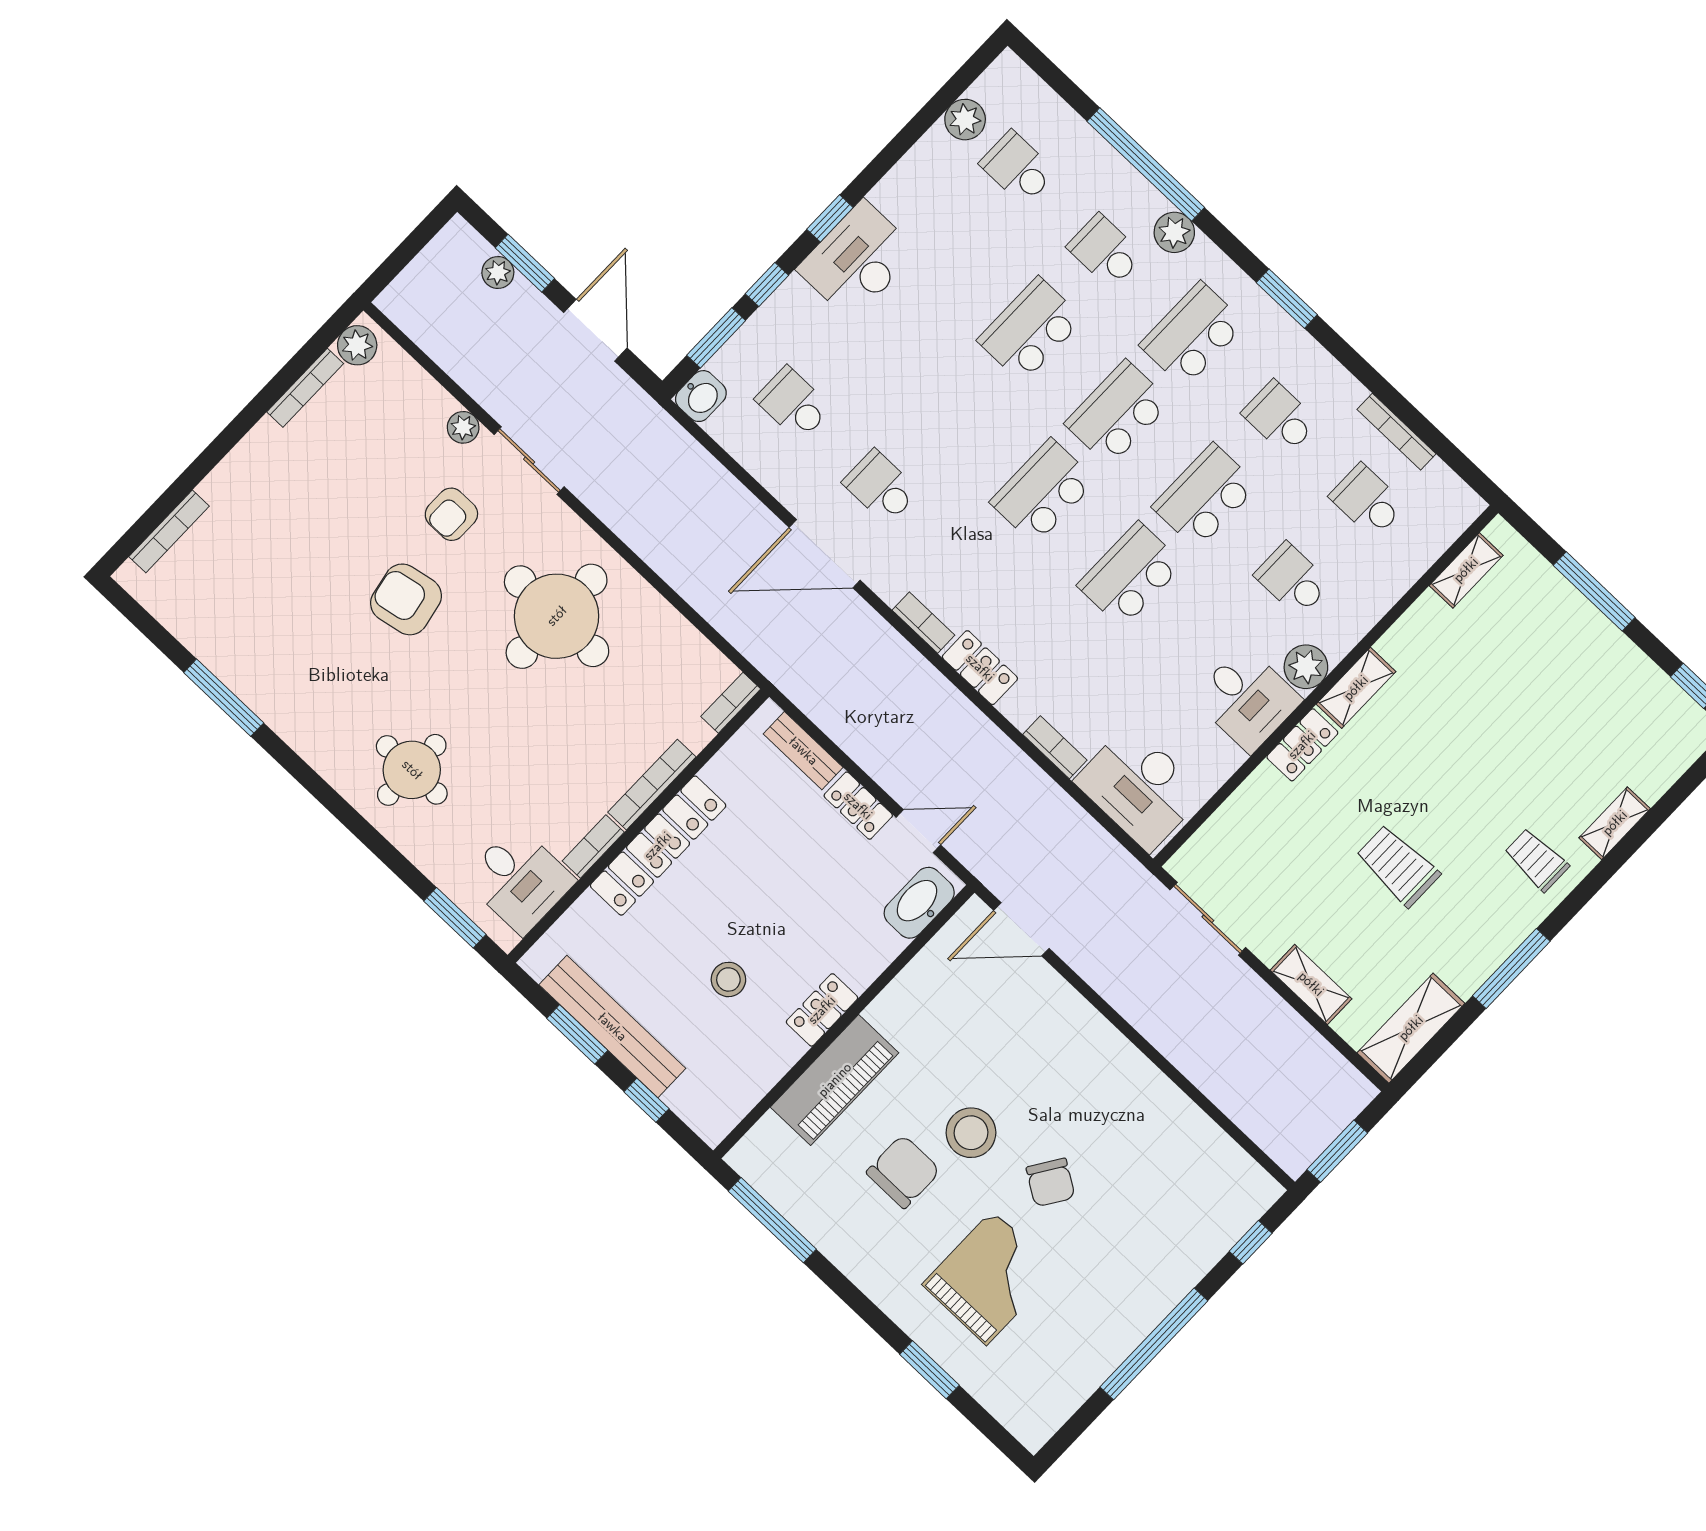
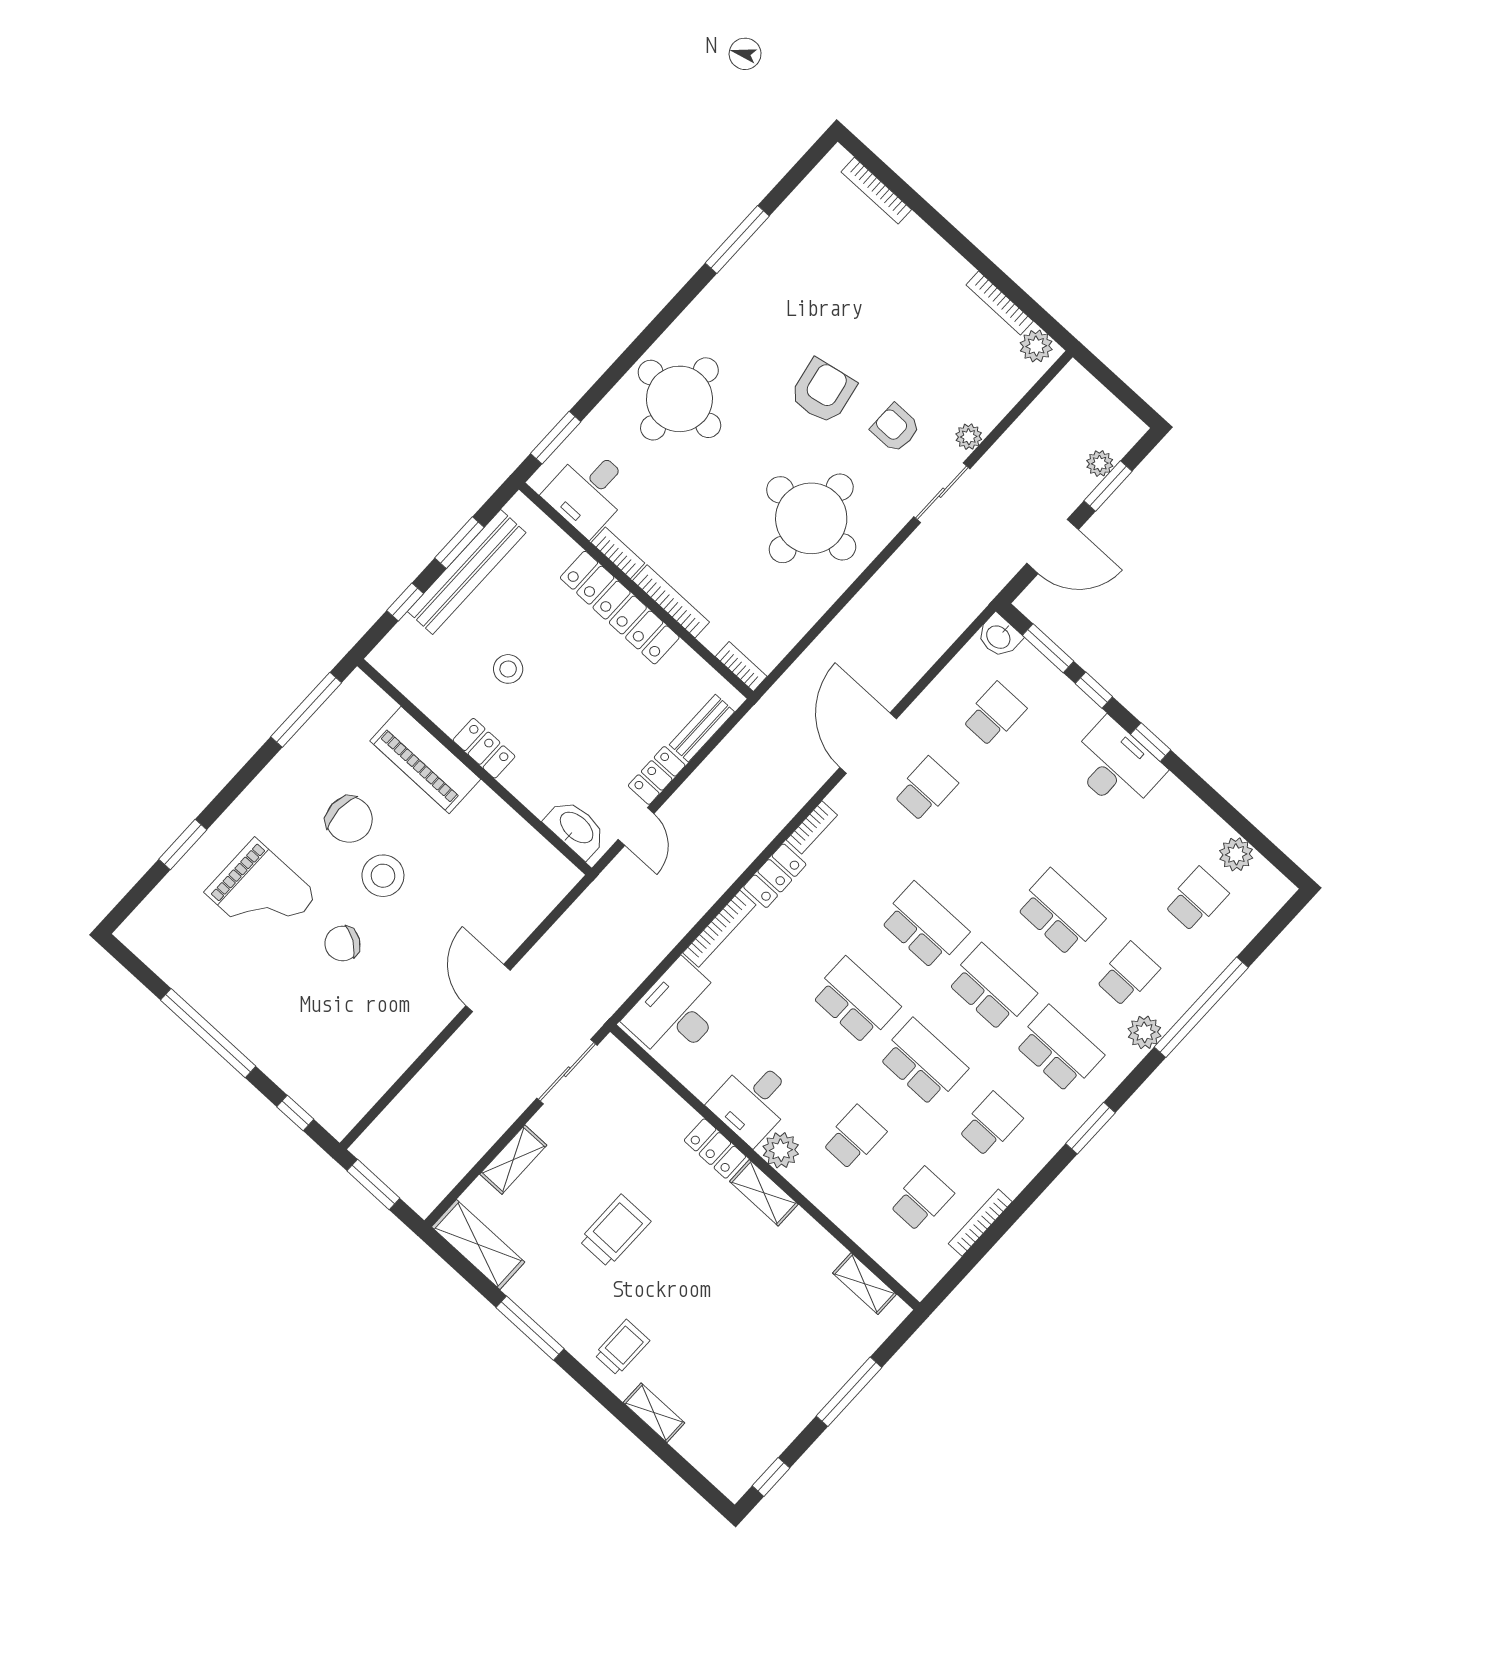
bookcase: (1055, 747) -> (719, 929), width x1.56
round table: (412, 770) -> (679, 399), width x1.36, depth x1.36
door: (1021, 929) -> (488, 988), moved

